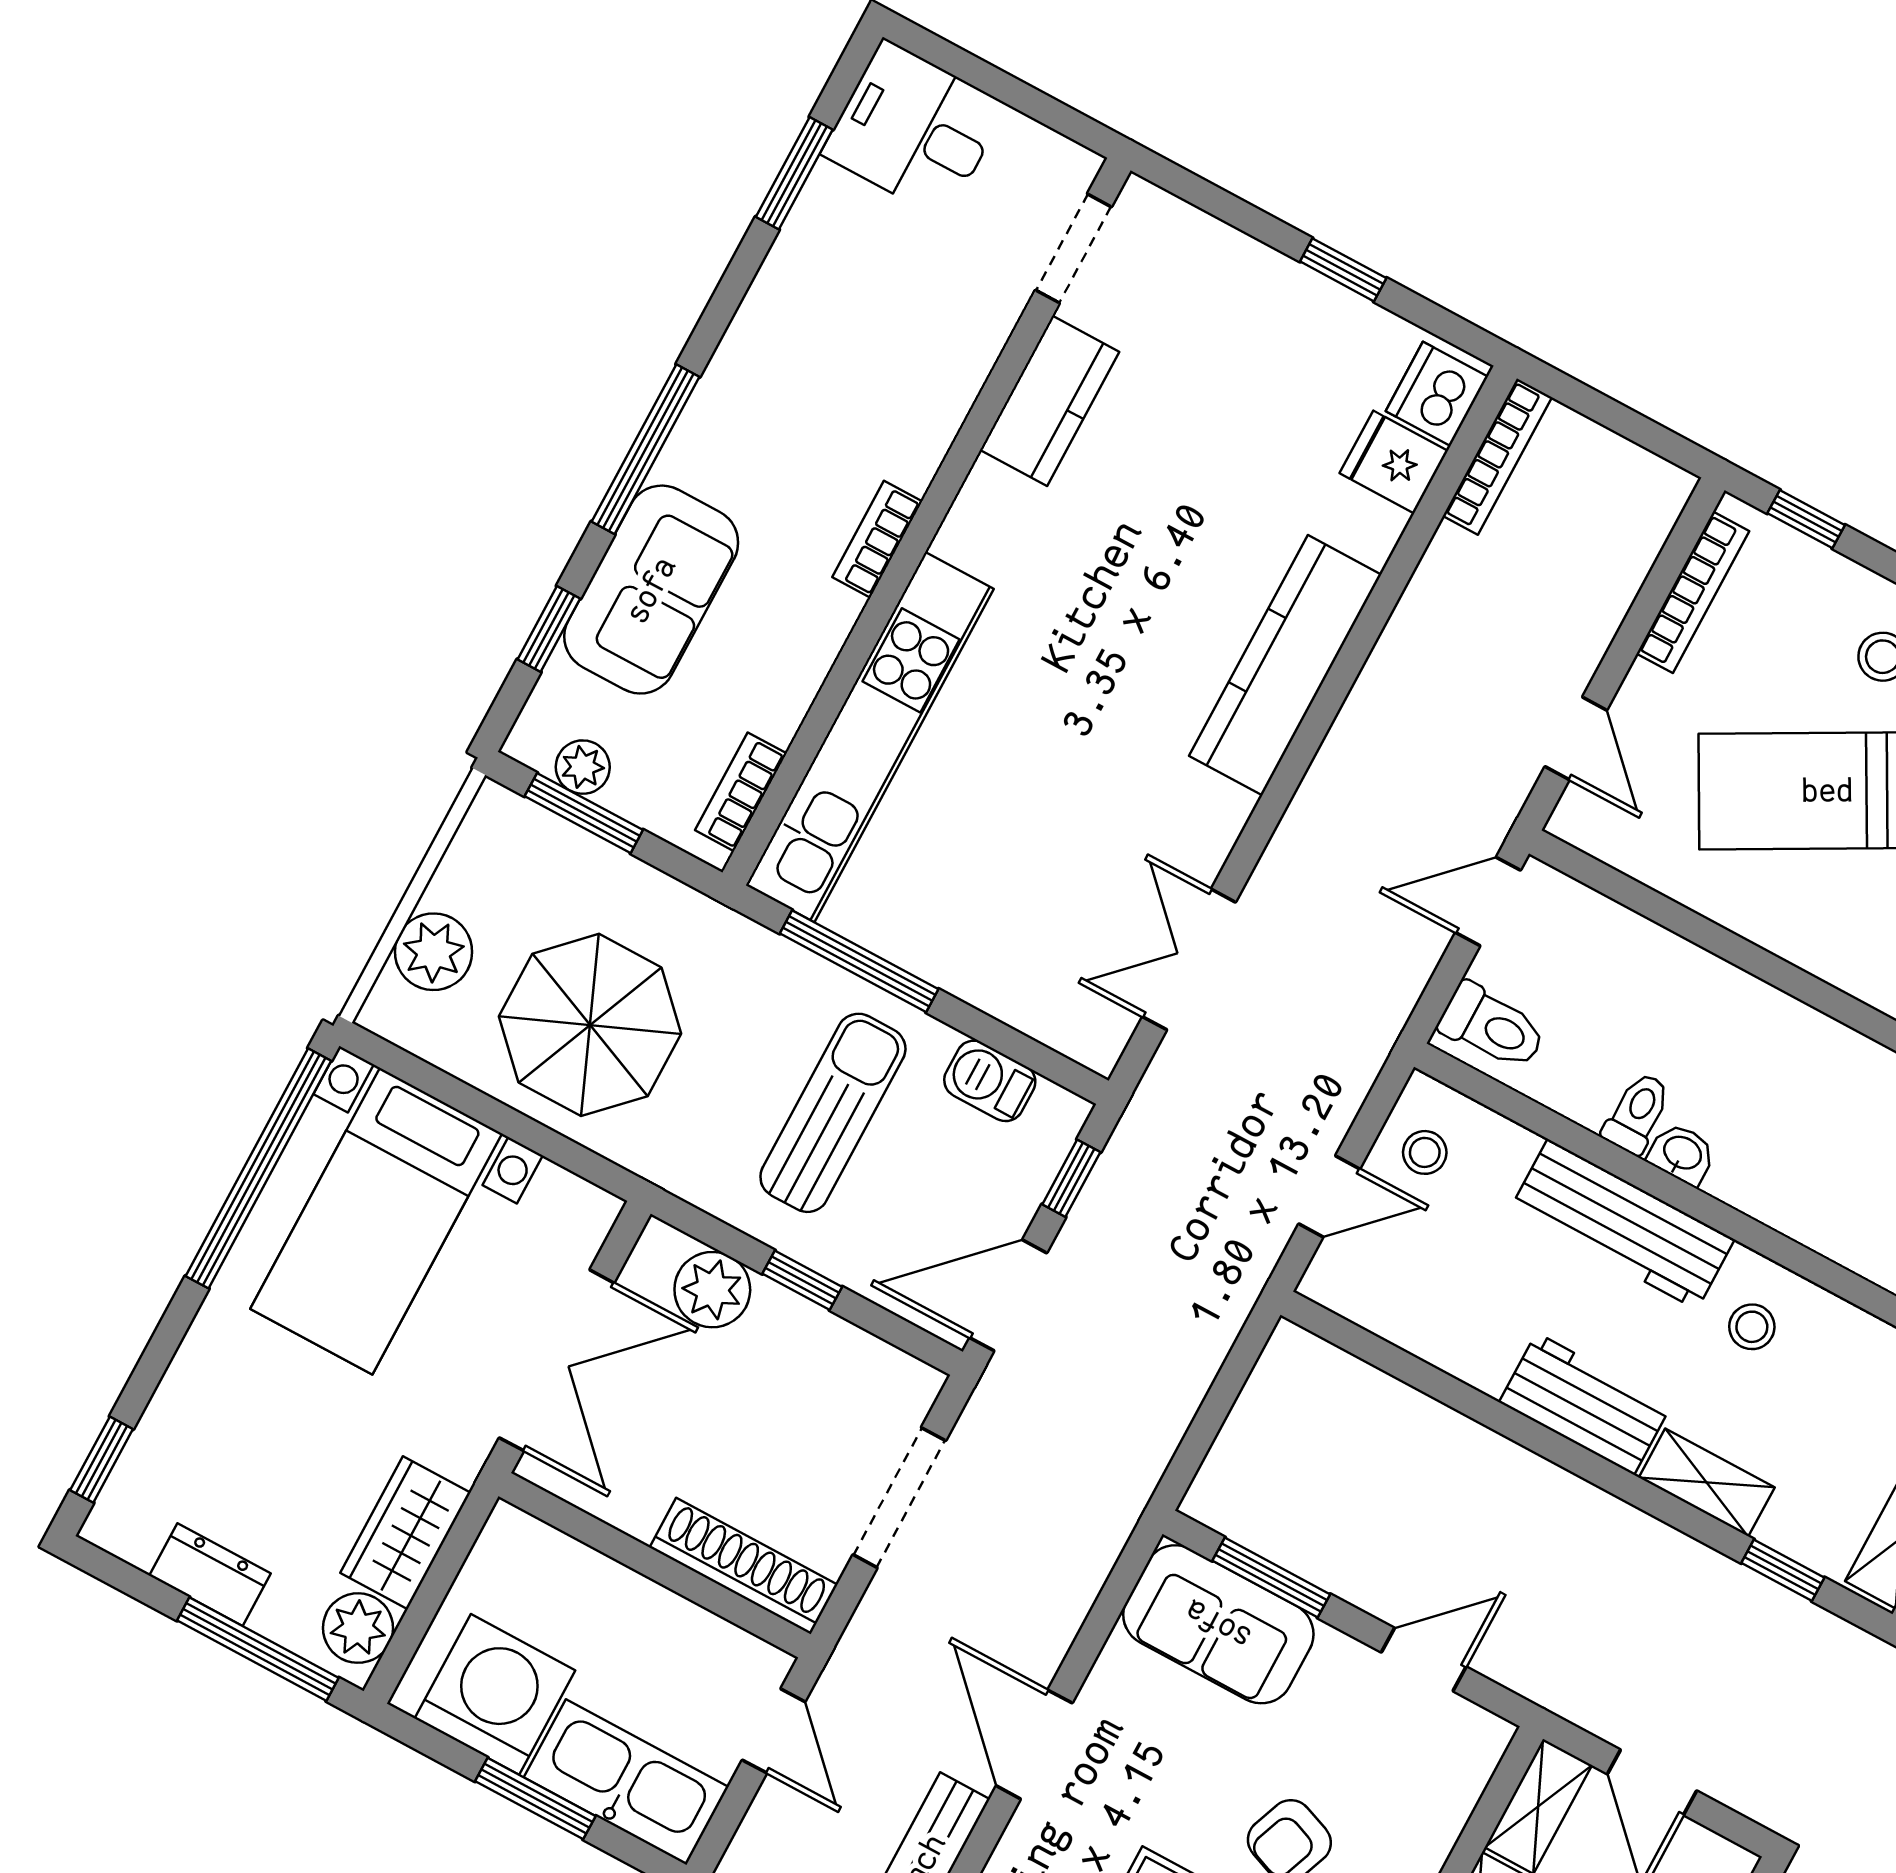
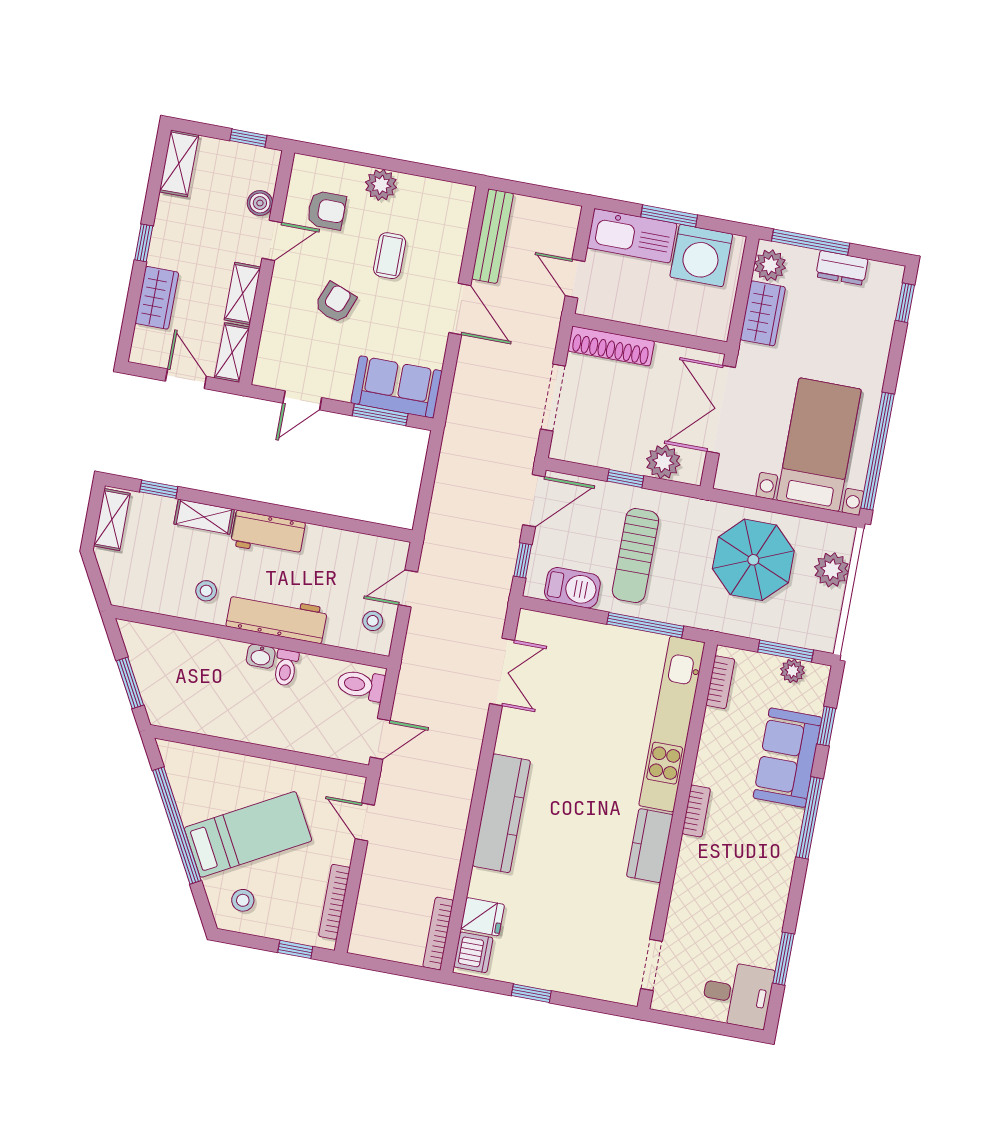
kitchen counter: (1050, 401) -> (650, 846), moved
barbecue: (990, 1081) -> (572, 588), width x1.38, depth x1.27

